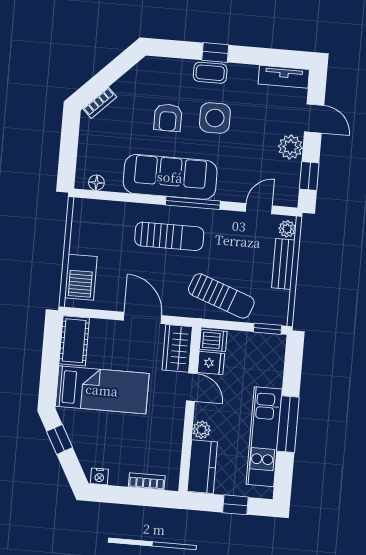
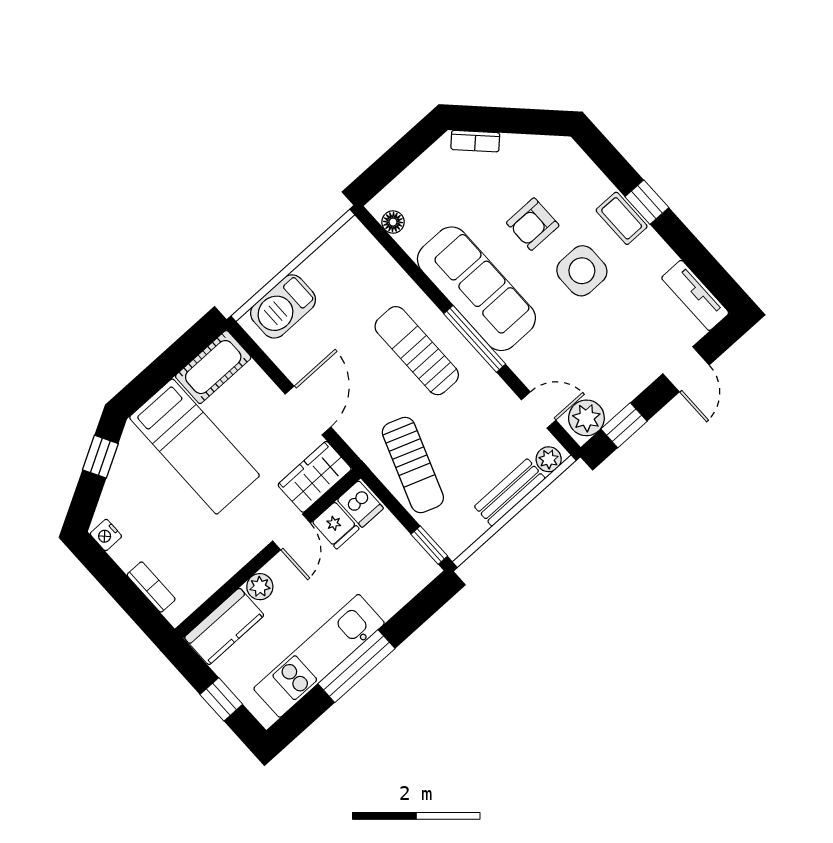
plant: (290, 147) -> (586, 418), moved
sun lounger: (169, 236) -> (417, 351), turned 180

